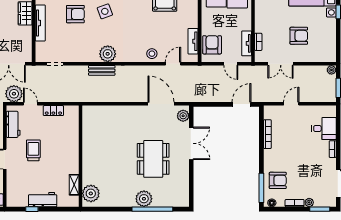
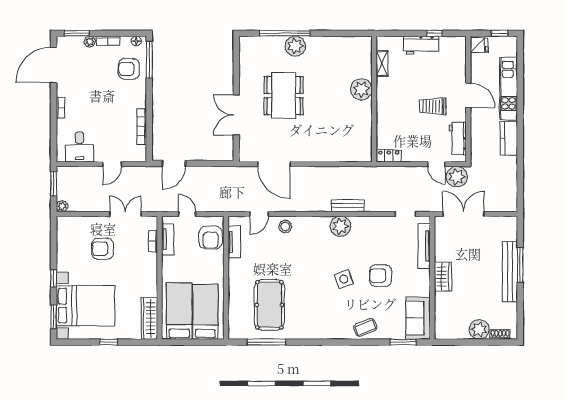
tv unit: (40, 23) -> (424, 246), moved
locker: (53, 111) -> (389, 156), moved
plant: (183, 116) -> (246, 149), removed
desk: (324, 128) -> (79, 147), moved, turned -90
trolley: (33, 150) -> (433, 106), turned 90
plant: (91, 193) -> (361, 89), moved

